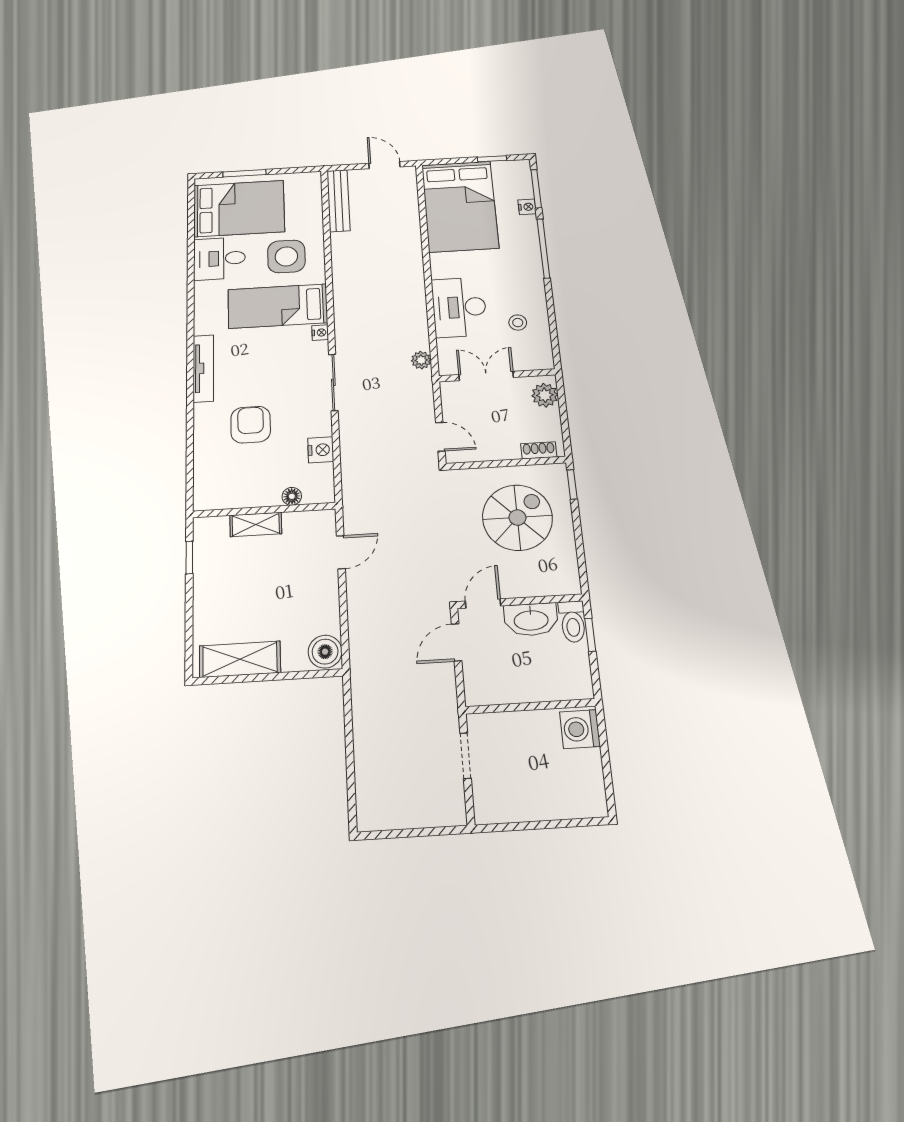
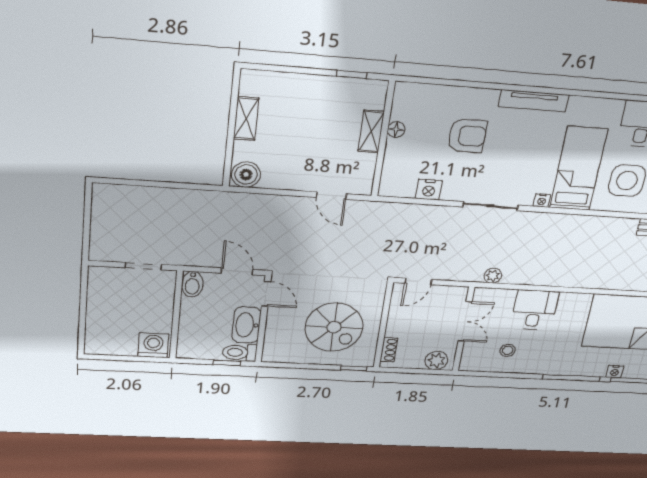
desk: (459, 307) -> (535, 310), width x0.73
floor lamp: (292, 496) -> (396, 130), moved
shelving: (240, 659) -> (246, 118), width x0.67, depth x0.75
bidet: (483, 693) -> (192, 284), added

